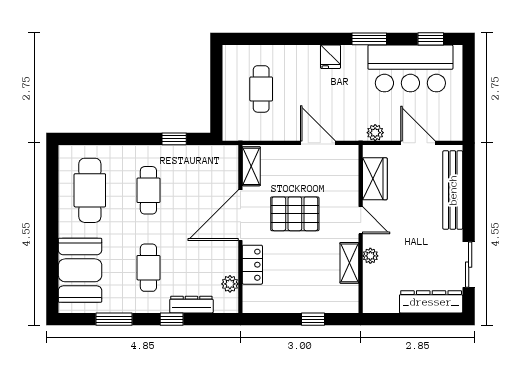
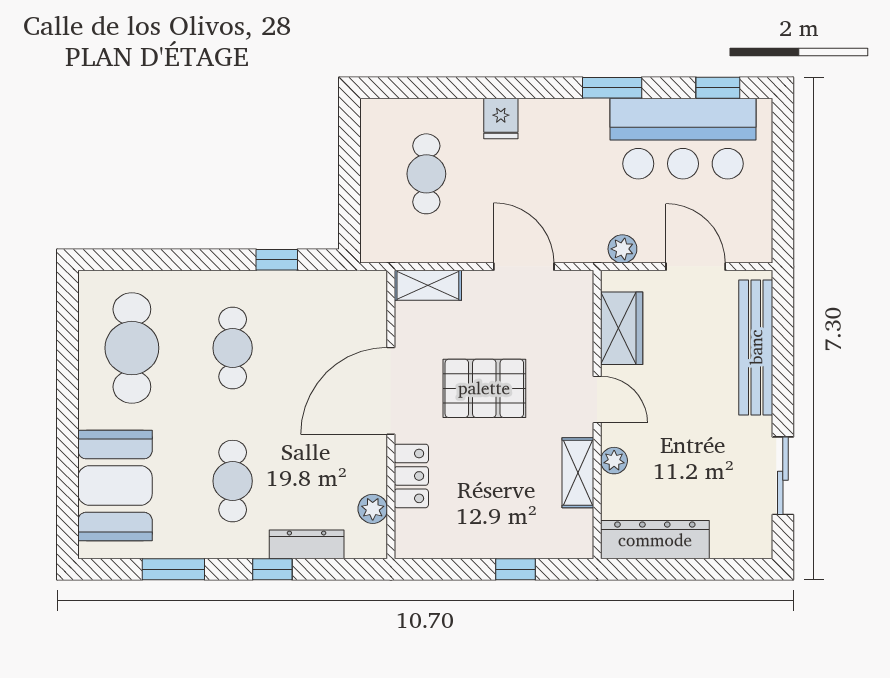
fridge: (330, 57) -> (501, 118), moved
shelving: (251, 166) -> (428, 285), moved, turned 90
dresser: (431, 302) -> (655, 540), moved

